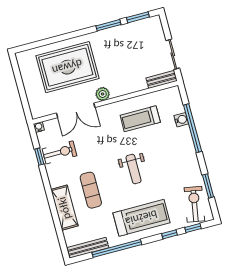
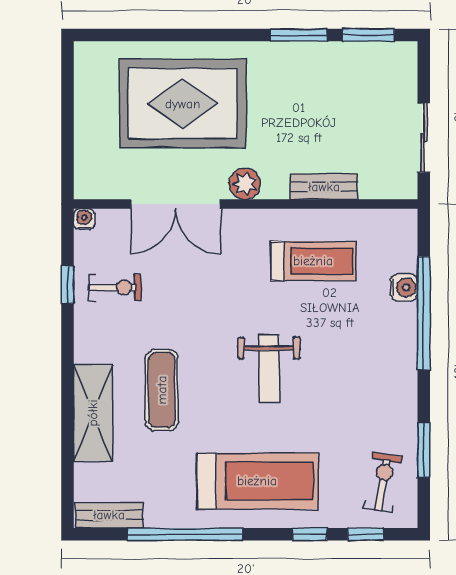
bench: (162, 79) -> (324, 187), moved
treadmill: (140, 119) -> (313, 261), turned 180
exercise bike: (59, 152) -> (115, 288), width x0.73, depth x0.72
exercise bike: (194, 204) -> (383, 482), width x0.73, depth x0.72
bench: (88, 248) -> (109, 515), width x0.73

